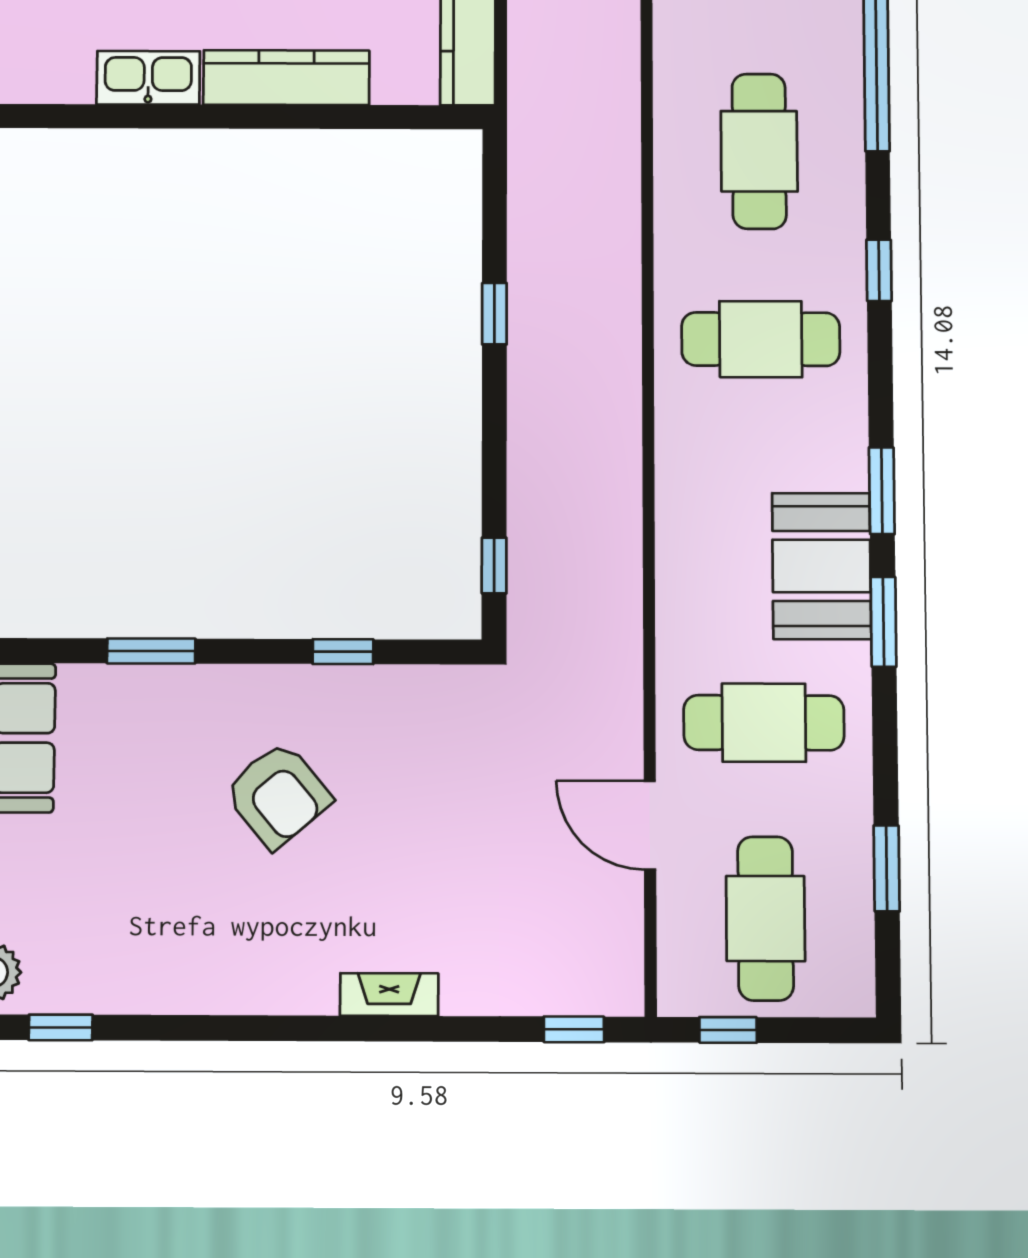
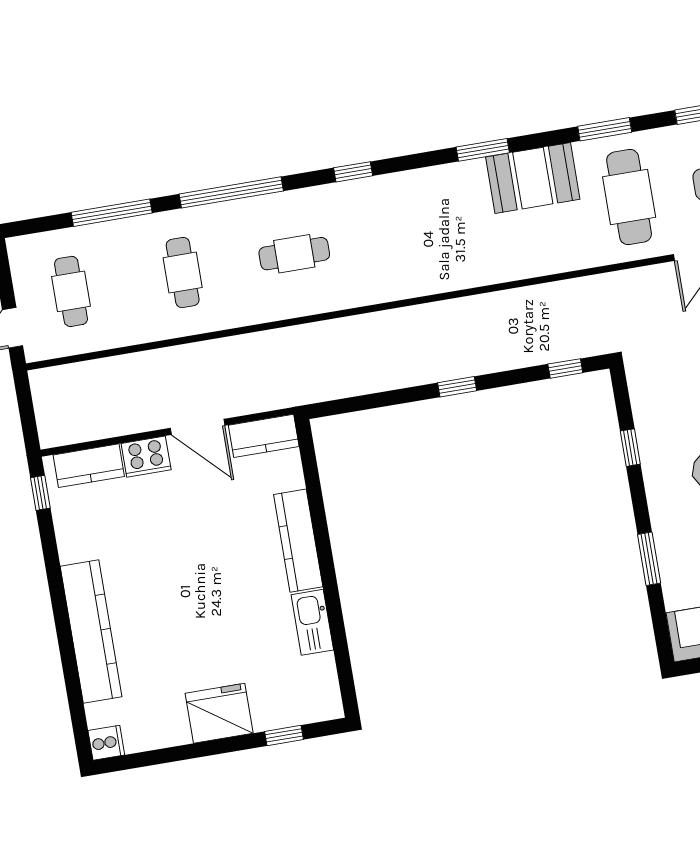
cafe table: (759, 151) -> (294, 254), width x0.73, depth x0.74
window: (494, 314) -> (457, 387), moved
cafe table: (761, 339) -> (406, 235), removed
window: (883, 622) -> (605, 129), moved

